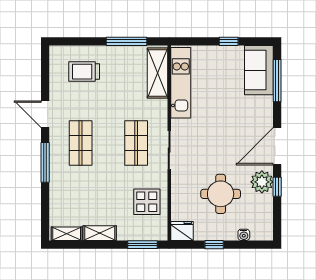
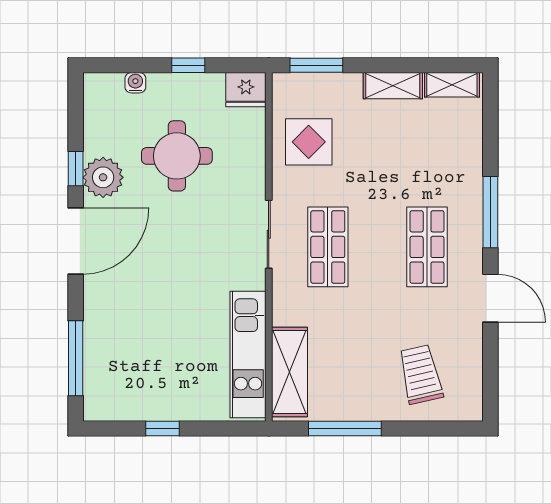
sofa: (259, 70) -> (108, 377), removed
trolley: (84, 72) -> (421, 374), turned -103

